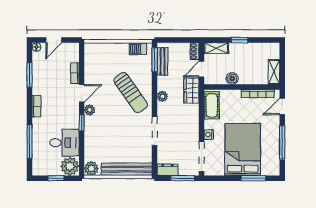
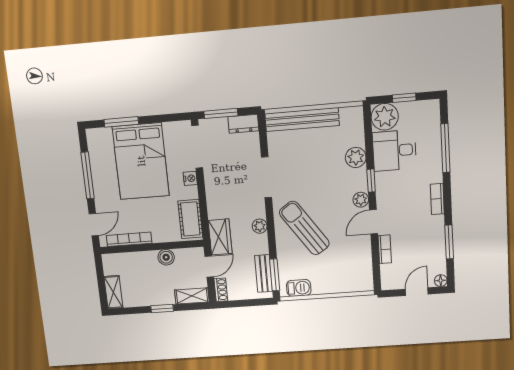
shelving: (274, 72) -> (113, 292), moved
plant: (91, 168) -> (356, 157), moved

